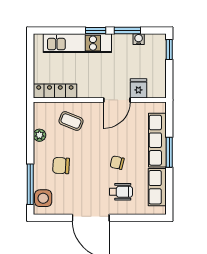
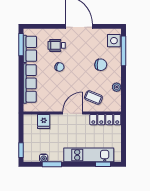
window: (96, 30) -> (103, 164), moved
door: (117, 100) -> (73, 113), moved
window: (169, 152) -> (21, 45), moved

